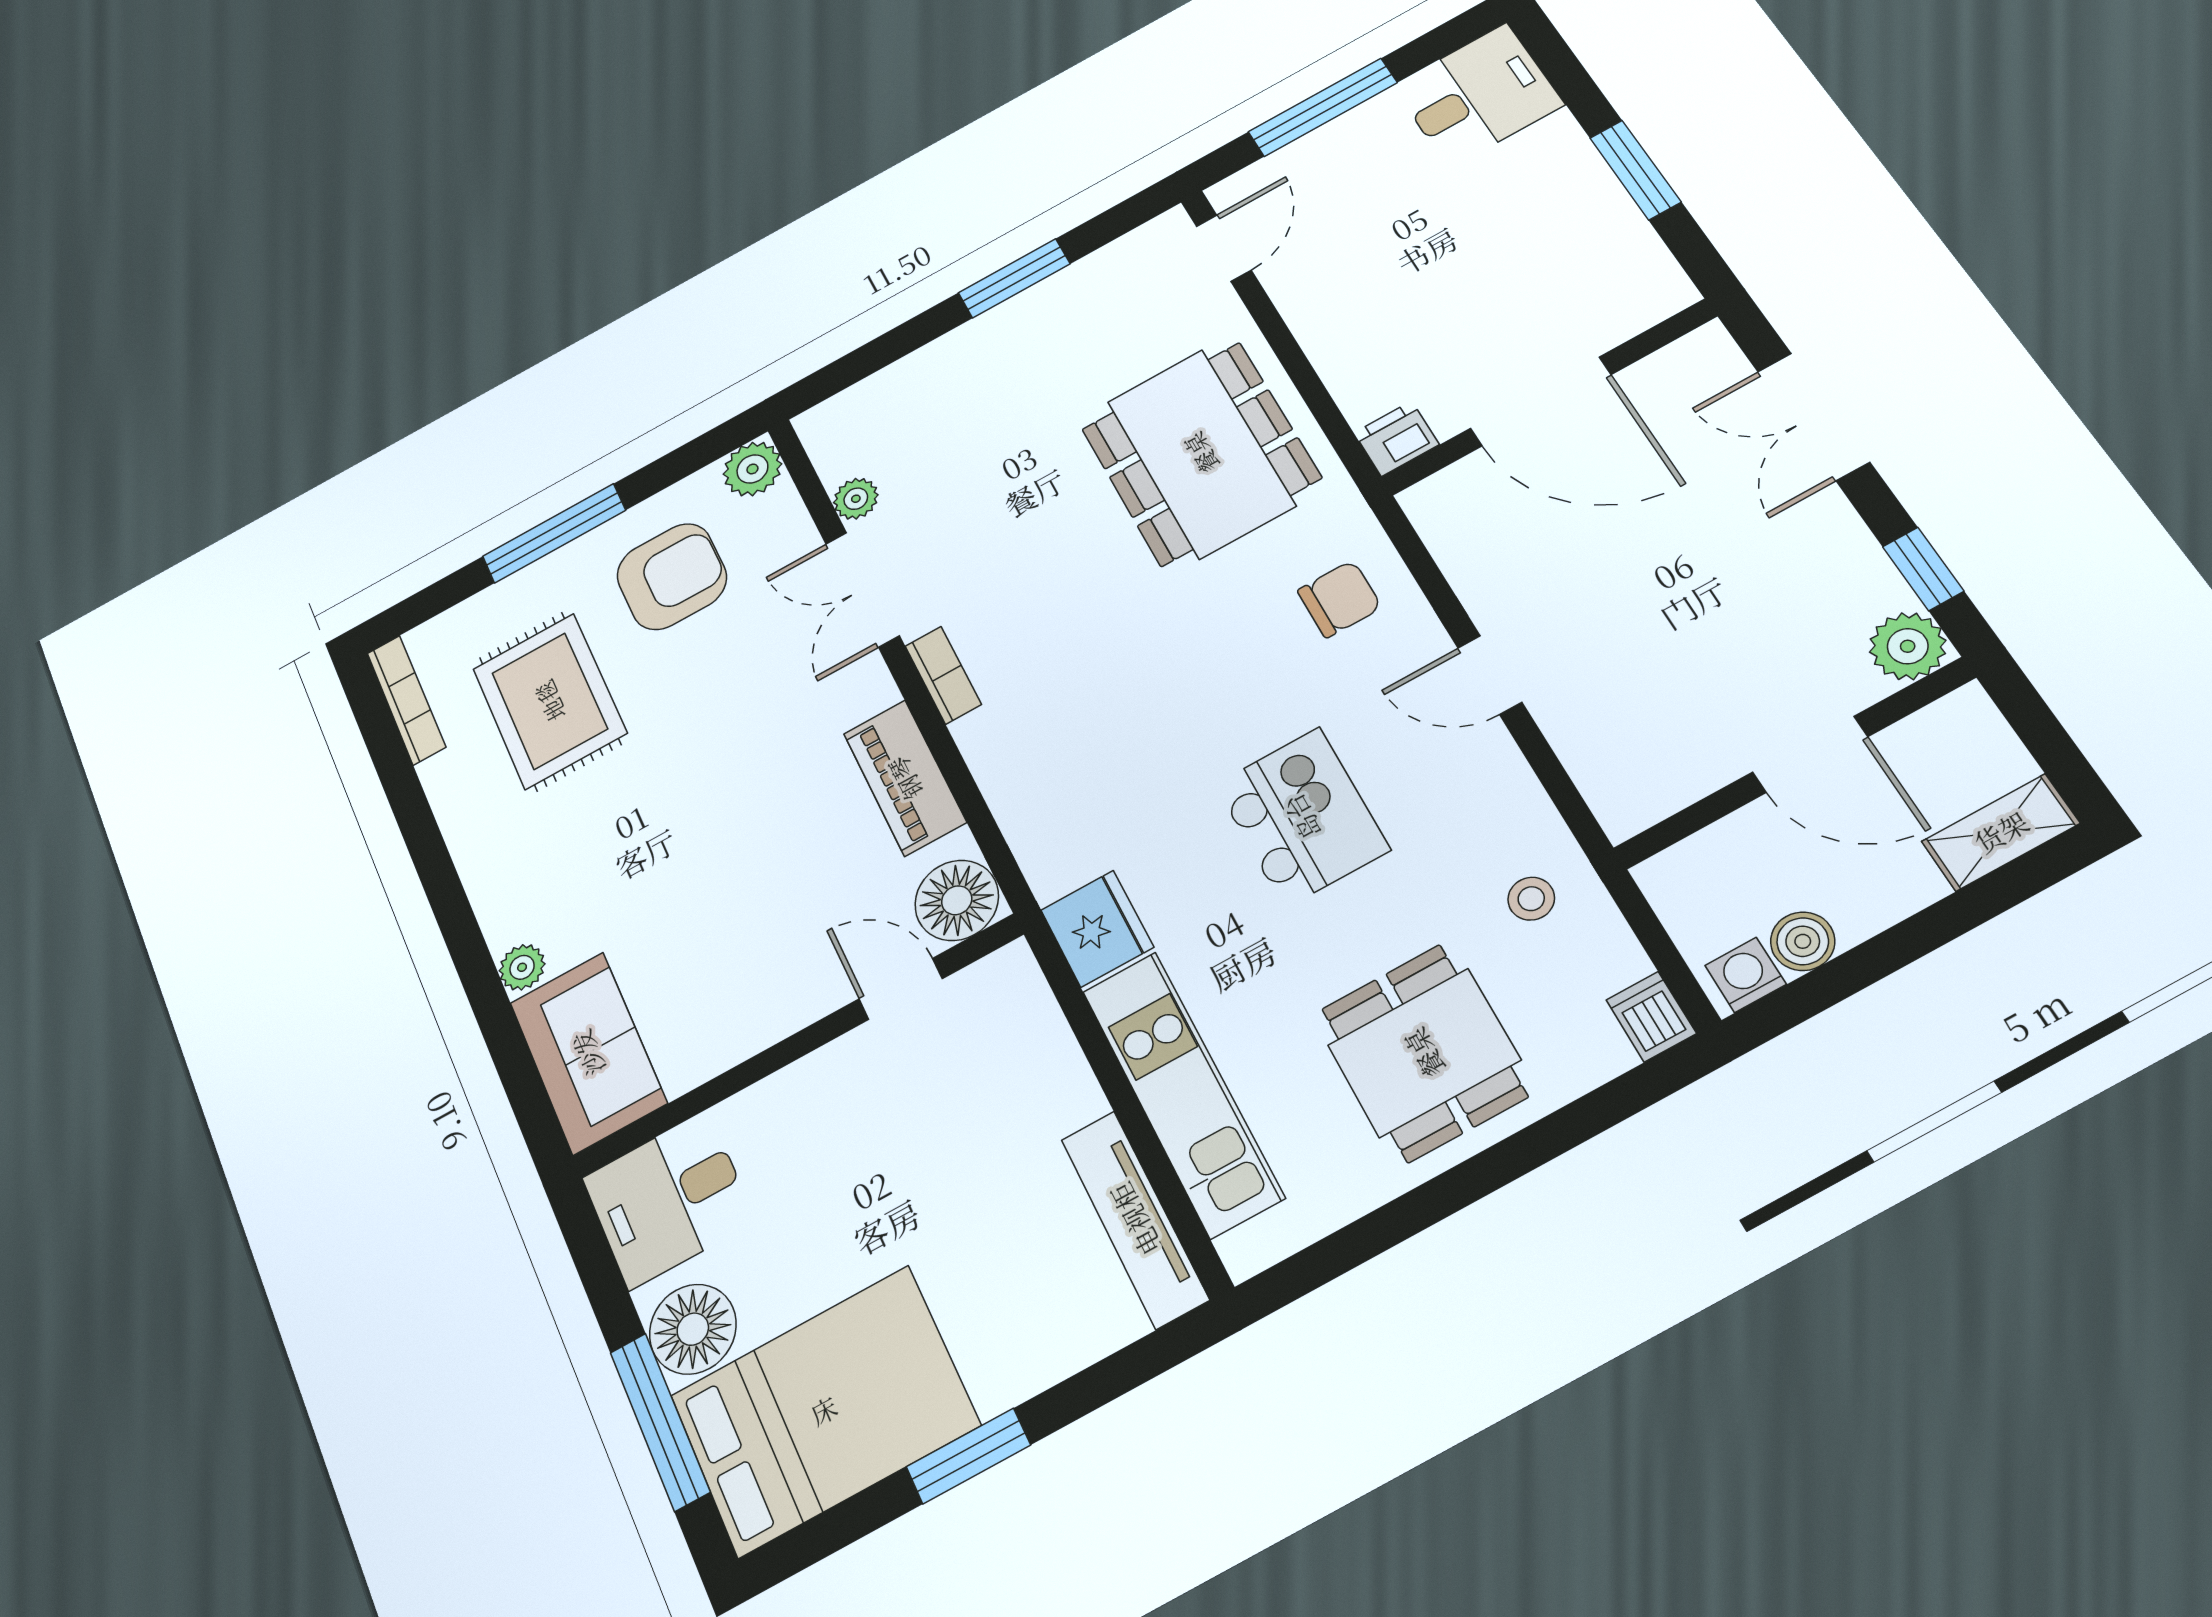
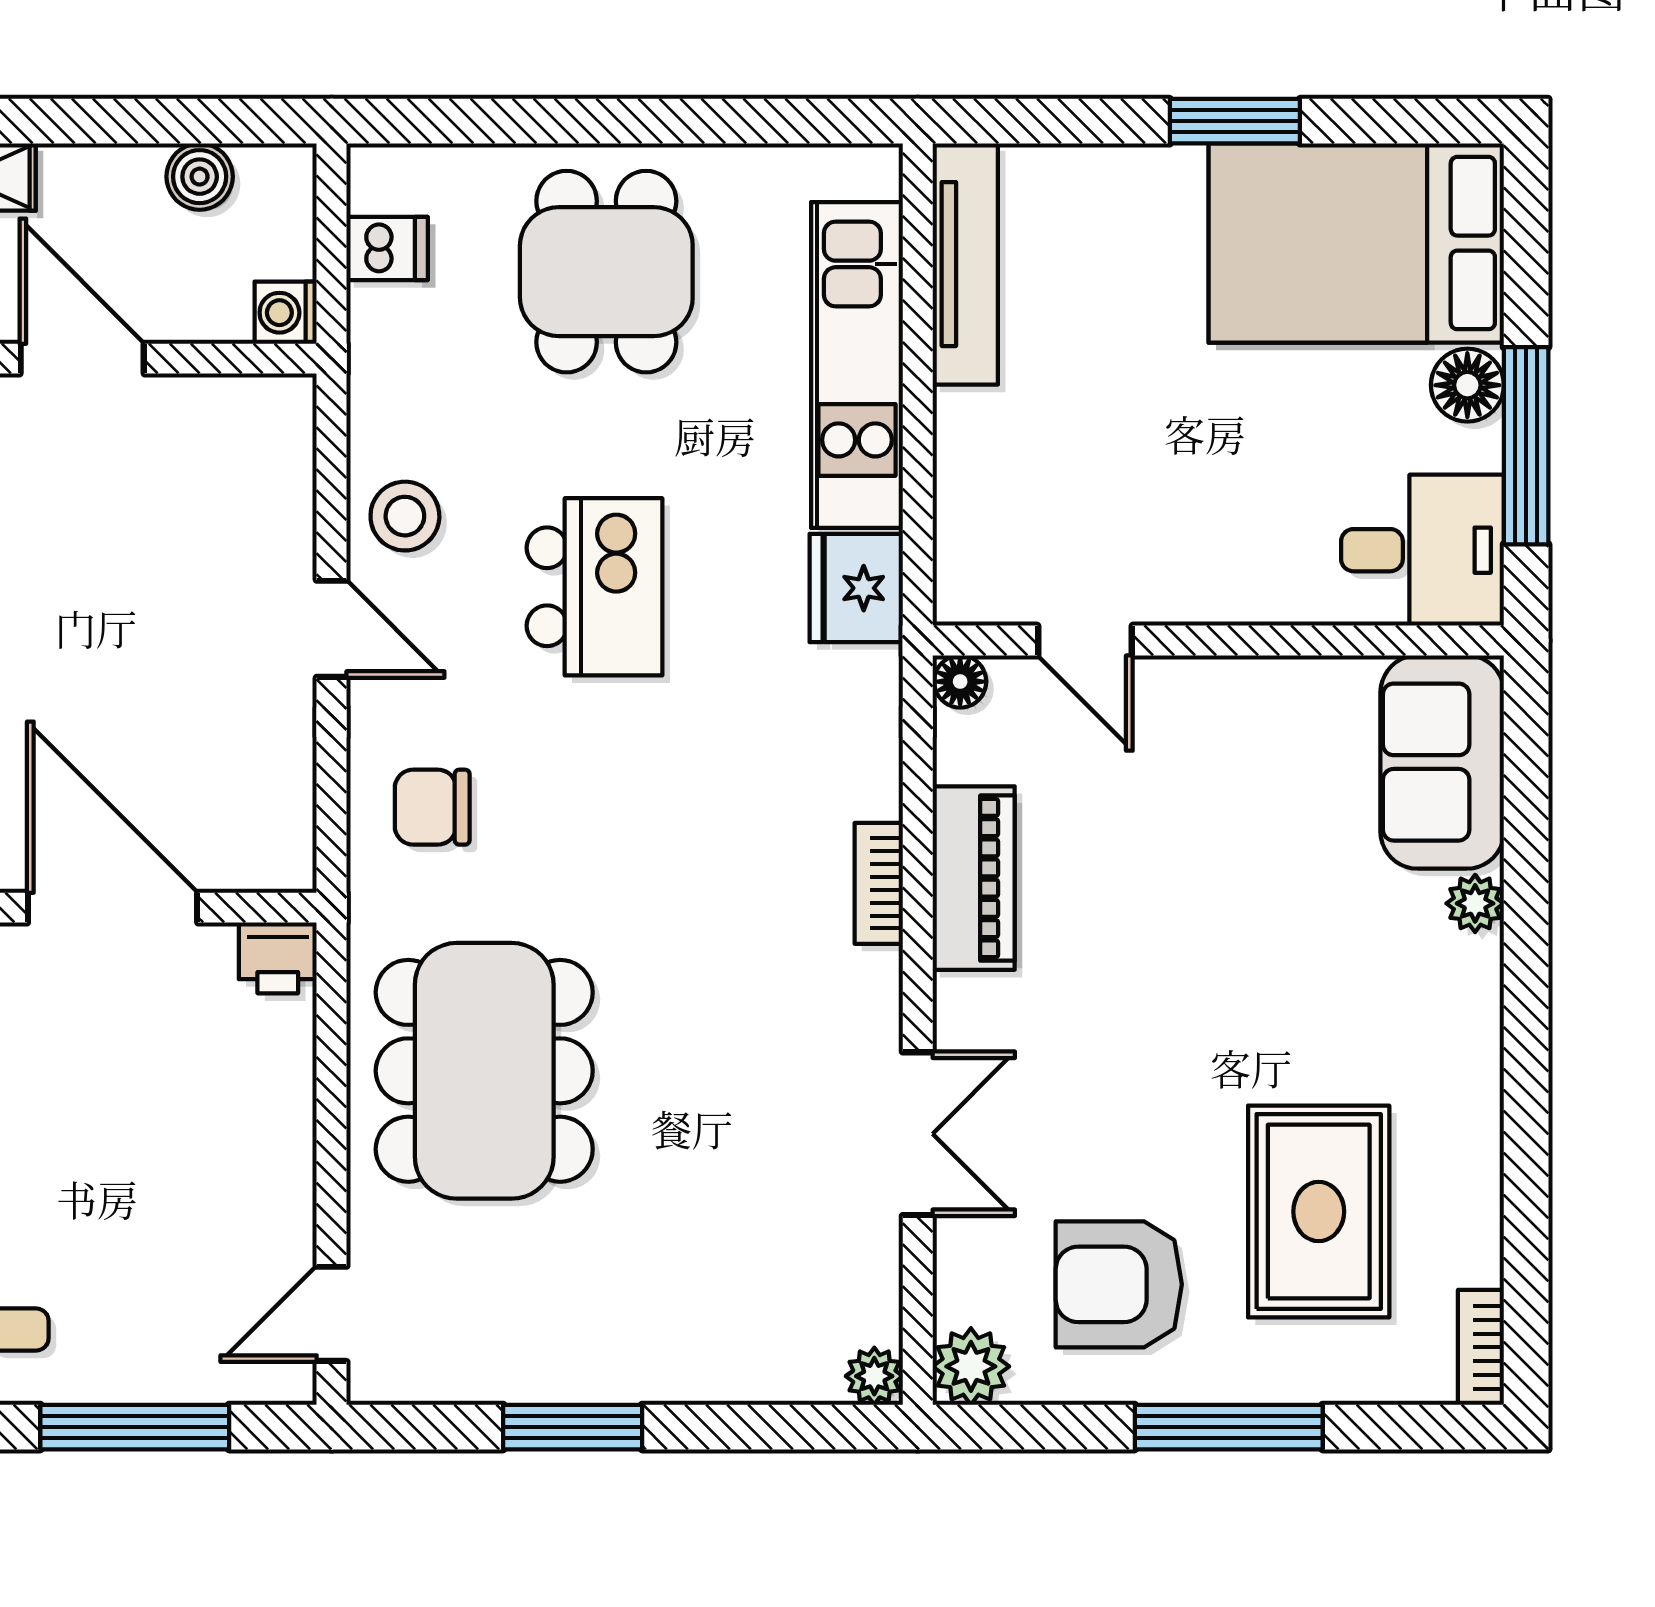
plant: (856, 499) -> (874, 1376), moved
bookcase: (943, 675) -> (879, 883), moved
bookcase: (406, 700) -> (1481, 1347), width x0.64
kitchen island: (1302, 817) -> (594, 587), turned 180
stool: (1531, 899) -> (405, 516), moved, width x1.37, depth x1.37
floor lamp: (957, 900) -> (960, 682), width x0.53, depth x0.53
washing machine: (1745, 975) -> (286, 313), moved, turned 90
dishwasher: (1651, 1017) -> (387, 249), moved, turned -90
floor lamp: (693, 1329) -> (1467, 385), width x0.73, depth x0.73
window: (660, 1422) -> (1526, 446), moved

